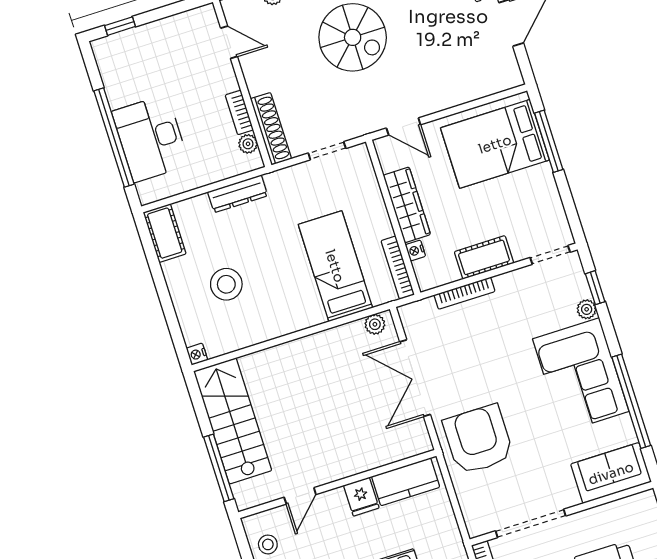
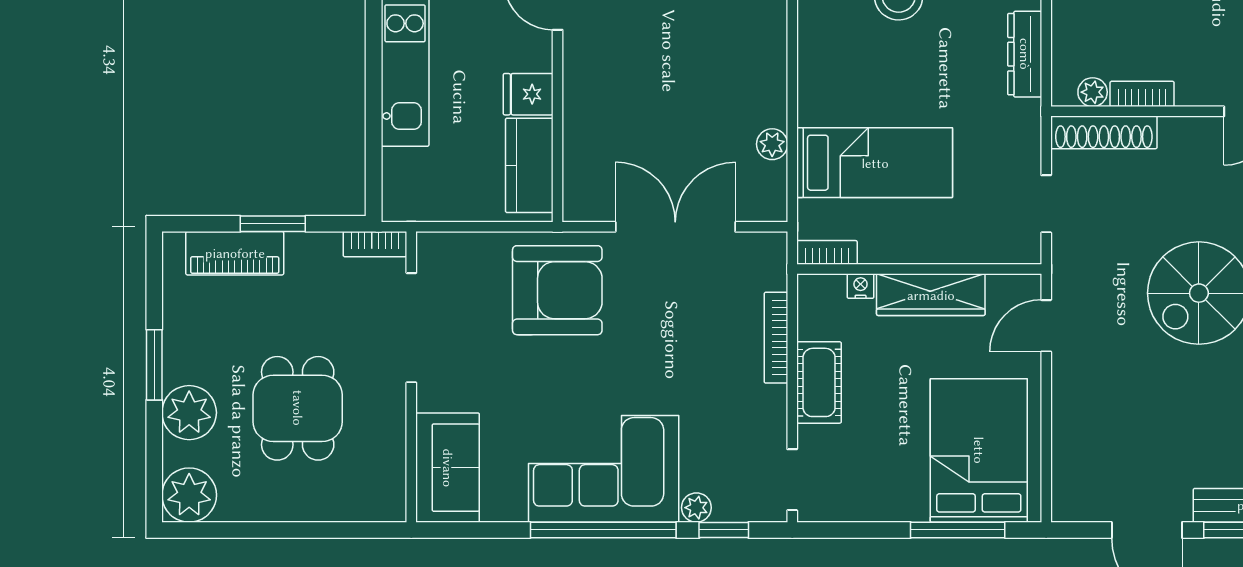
bookcase: (398, 268) -> (827, 252), width x0.64
plant: (375, 324) -> (772, 144), moved
window: (631, 401) -> (603, 530), moved

